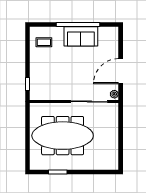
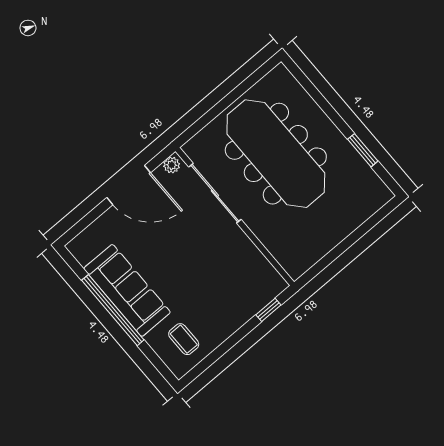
sofa: (81, 36) -> (127, 290), width x1.36
meeting table: (63, 136) -> (276, 154), moved

